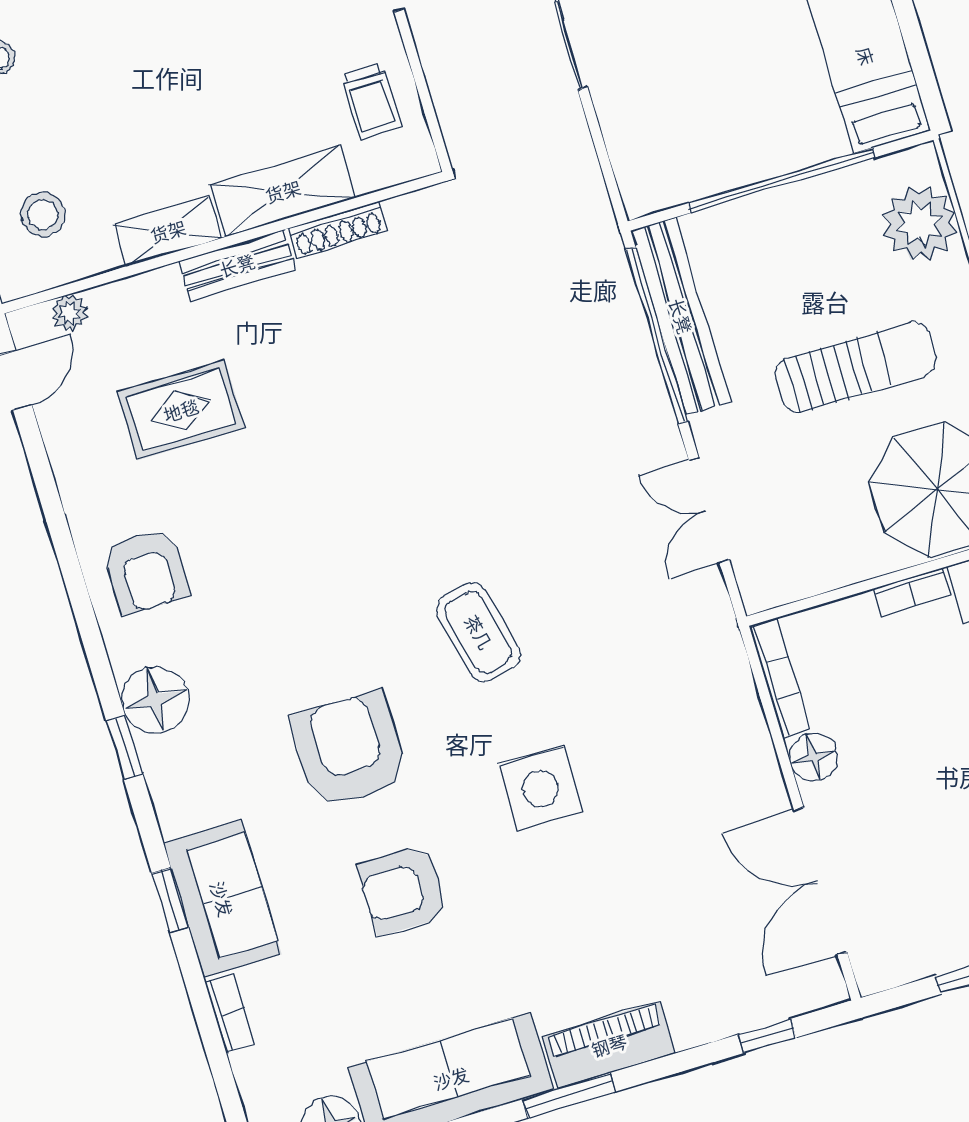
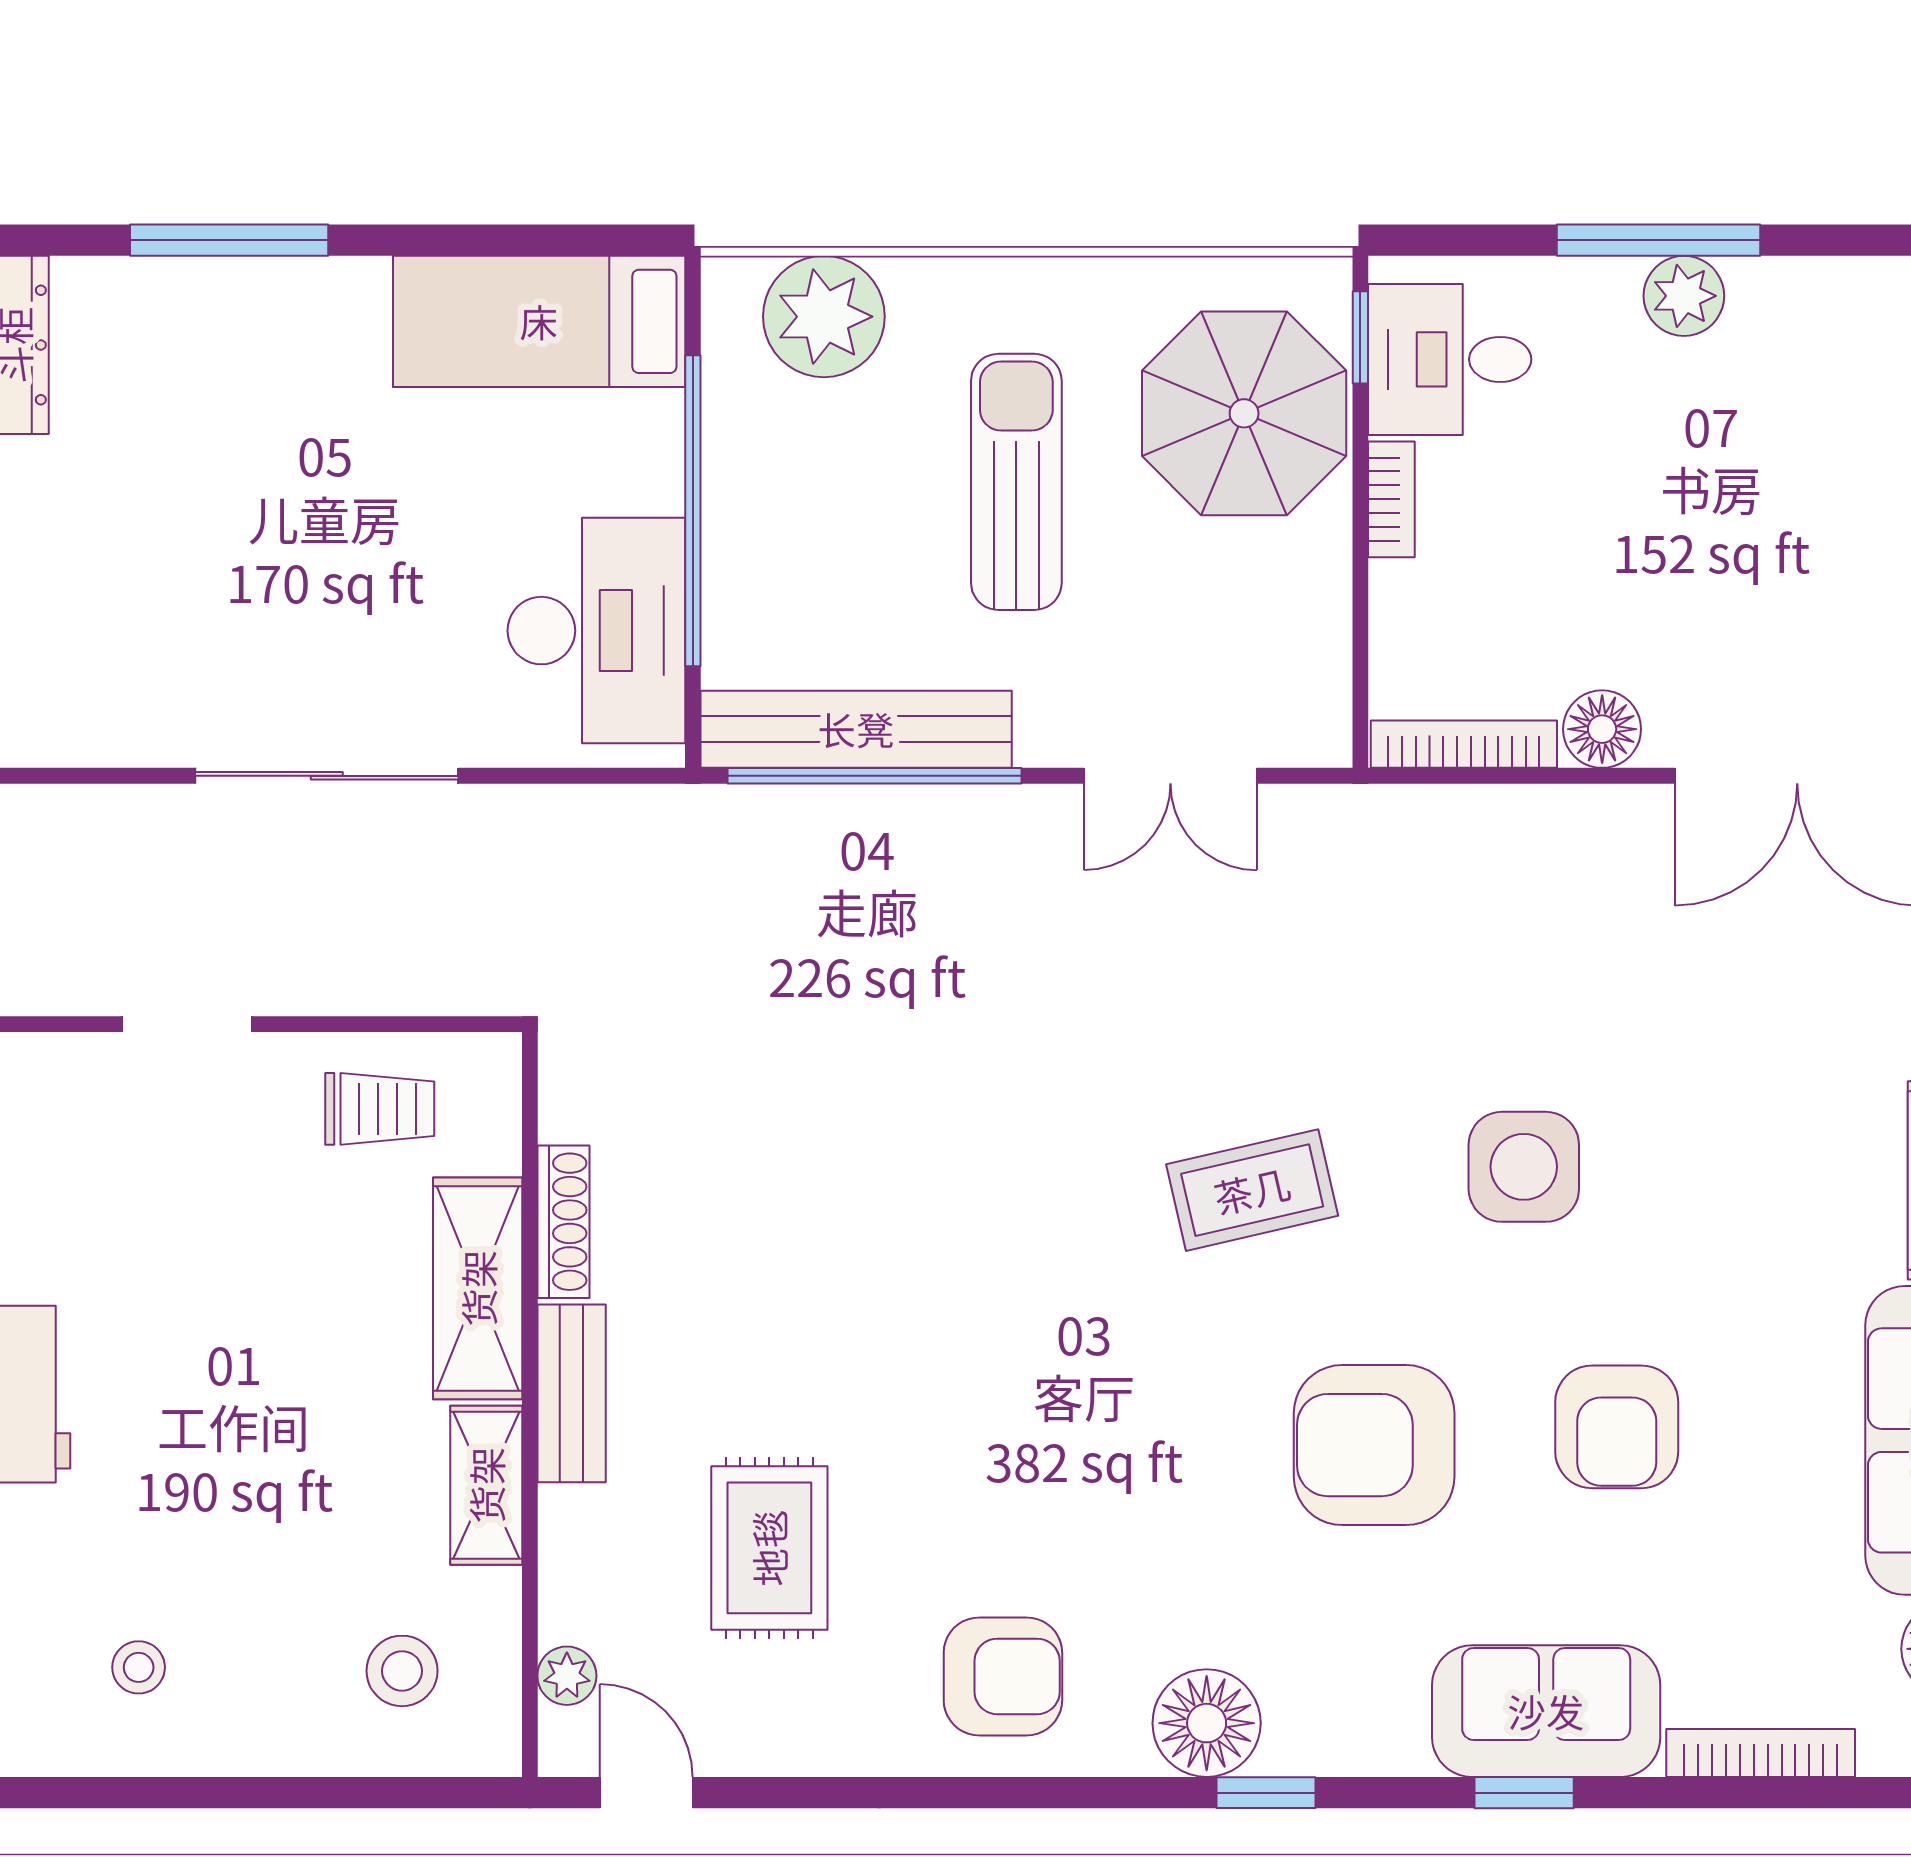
desk: (693, 145) -> (596, 631), added
bookcase: (230, 1013) -> (1761, 1753), width x1.56

